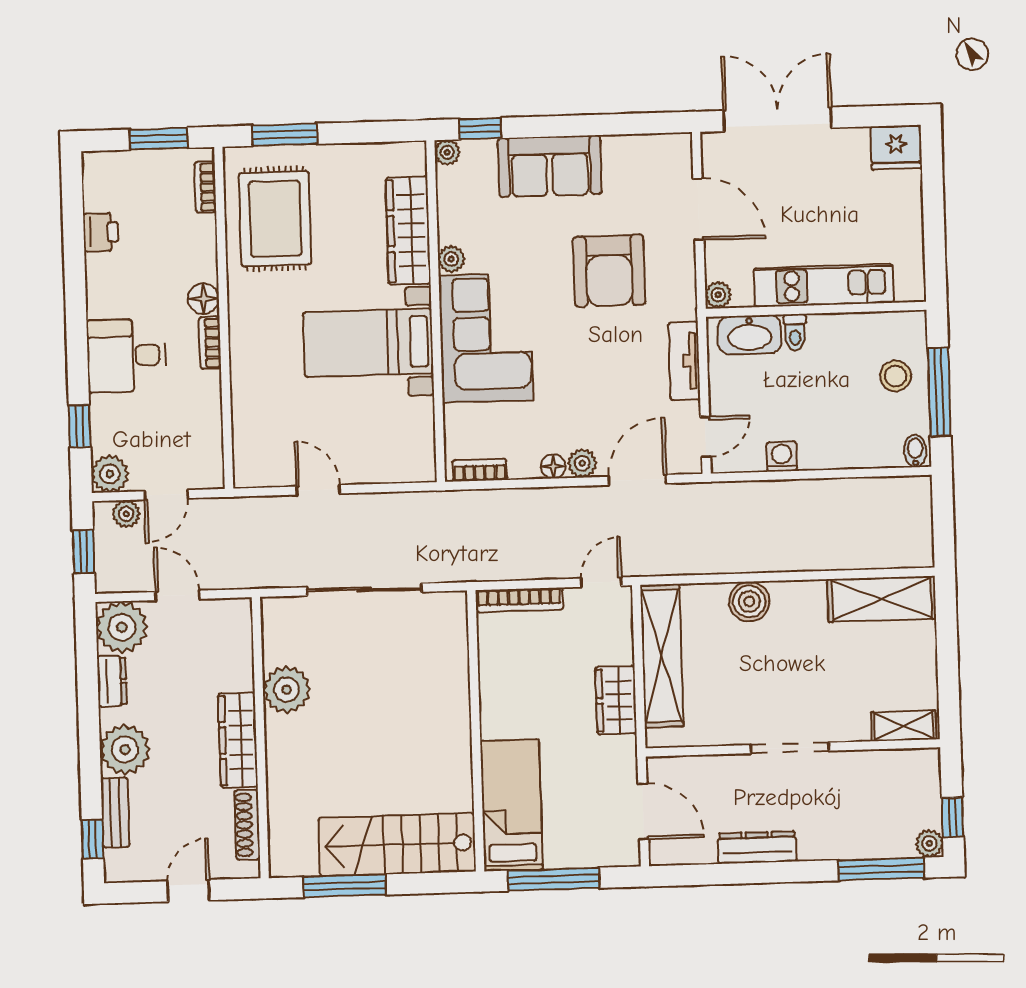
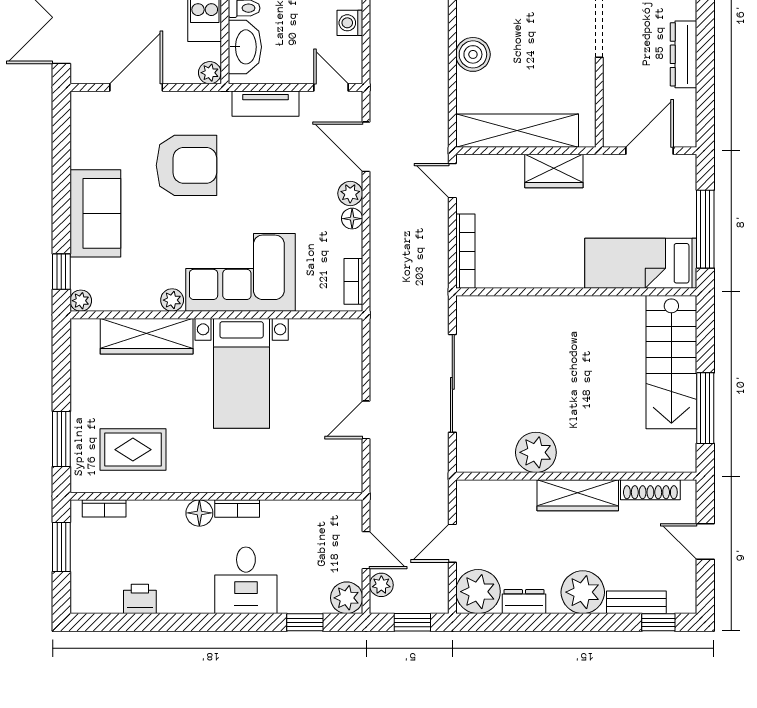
rug: (275, 219) -> (133, 450), width x0.73, depth x0.70

